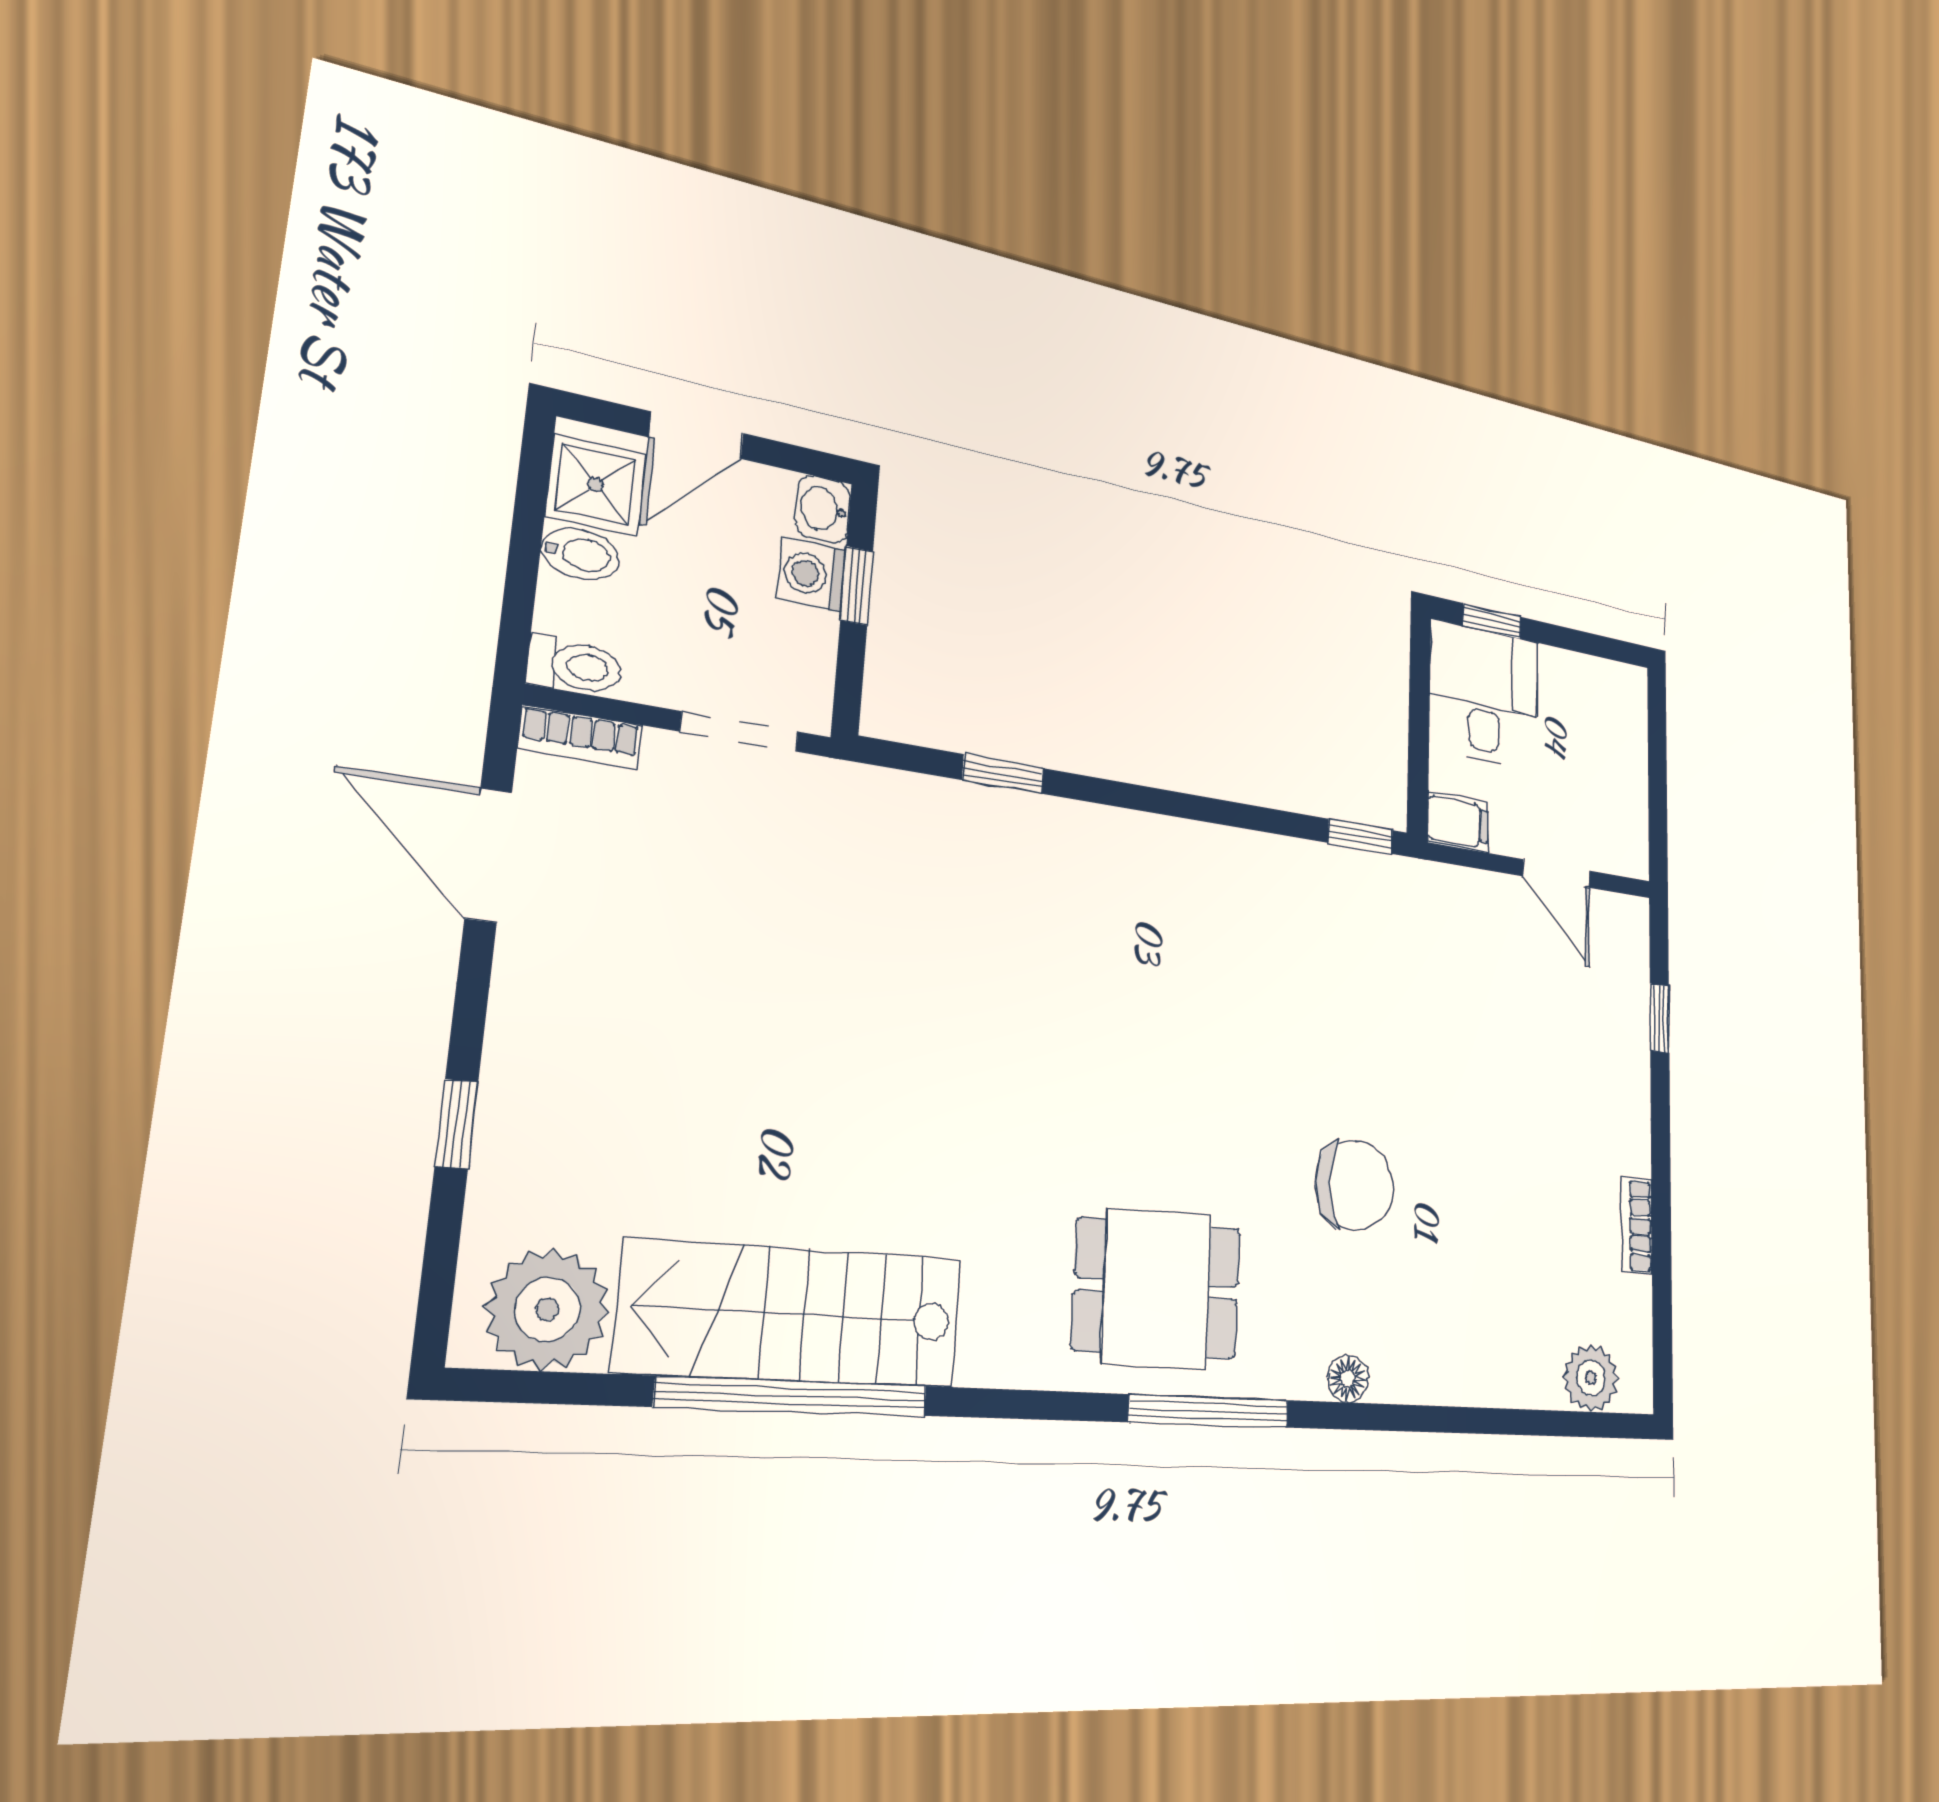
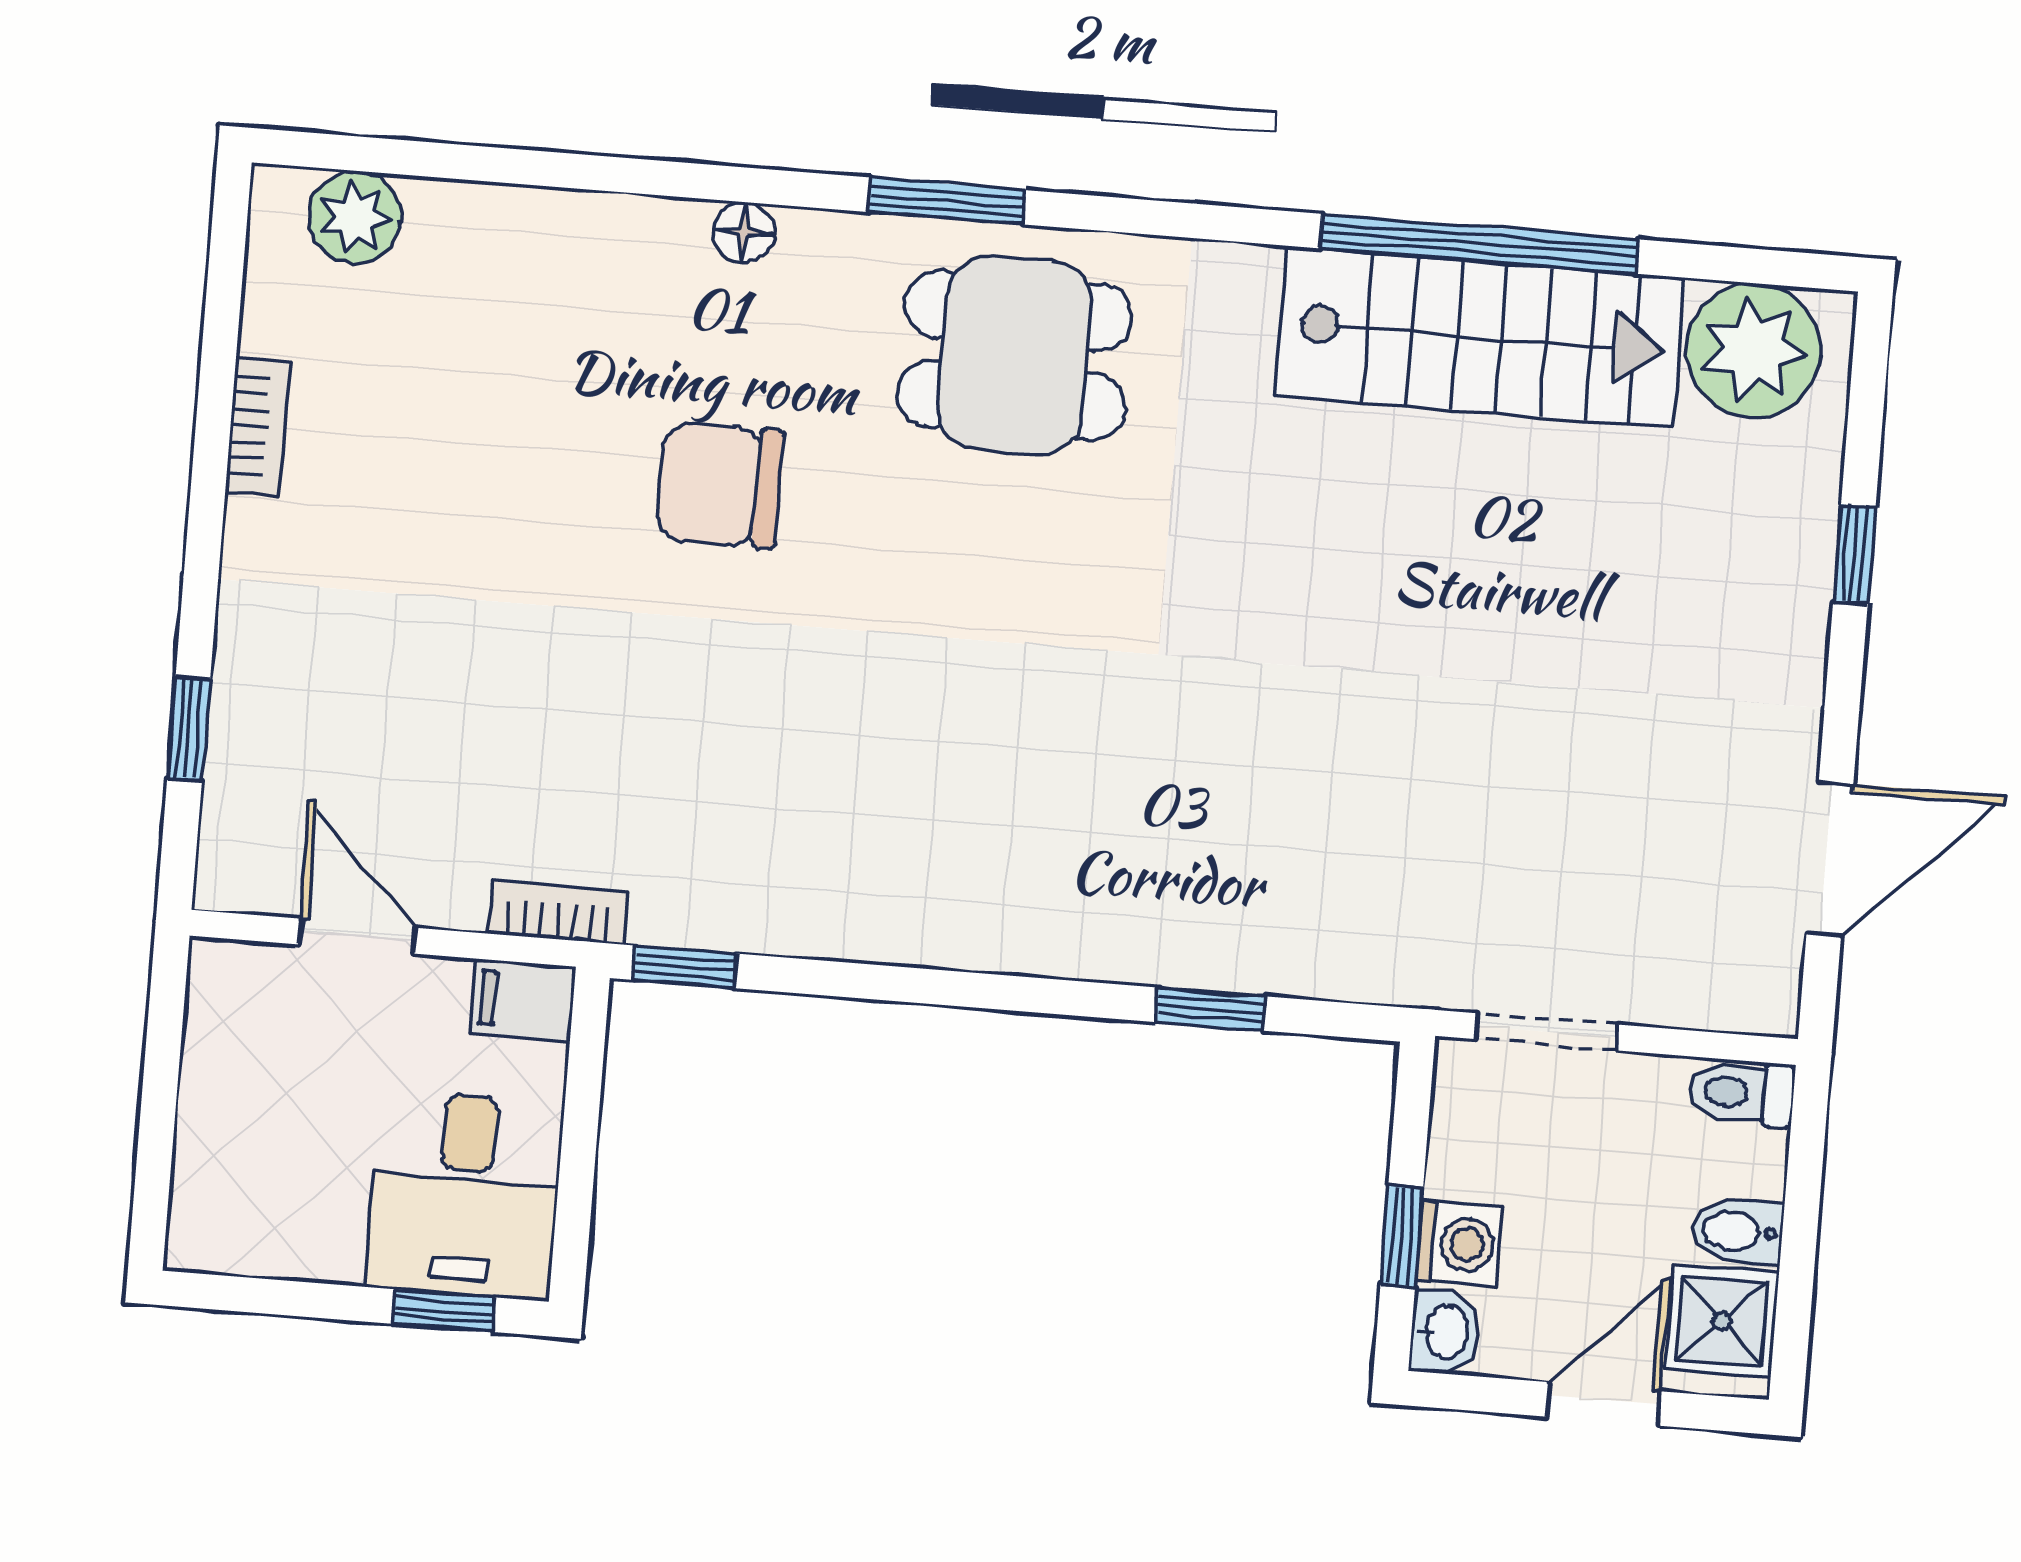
bookcase: (580, 737) -> (558, 912), moved
door: (488, 855) -> (1830, 859), hinge flipped
window: (1209, 1411) -> (947, 201), width x0.69

